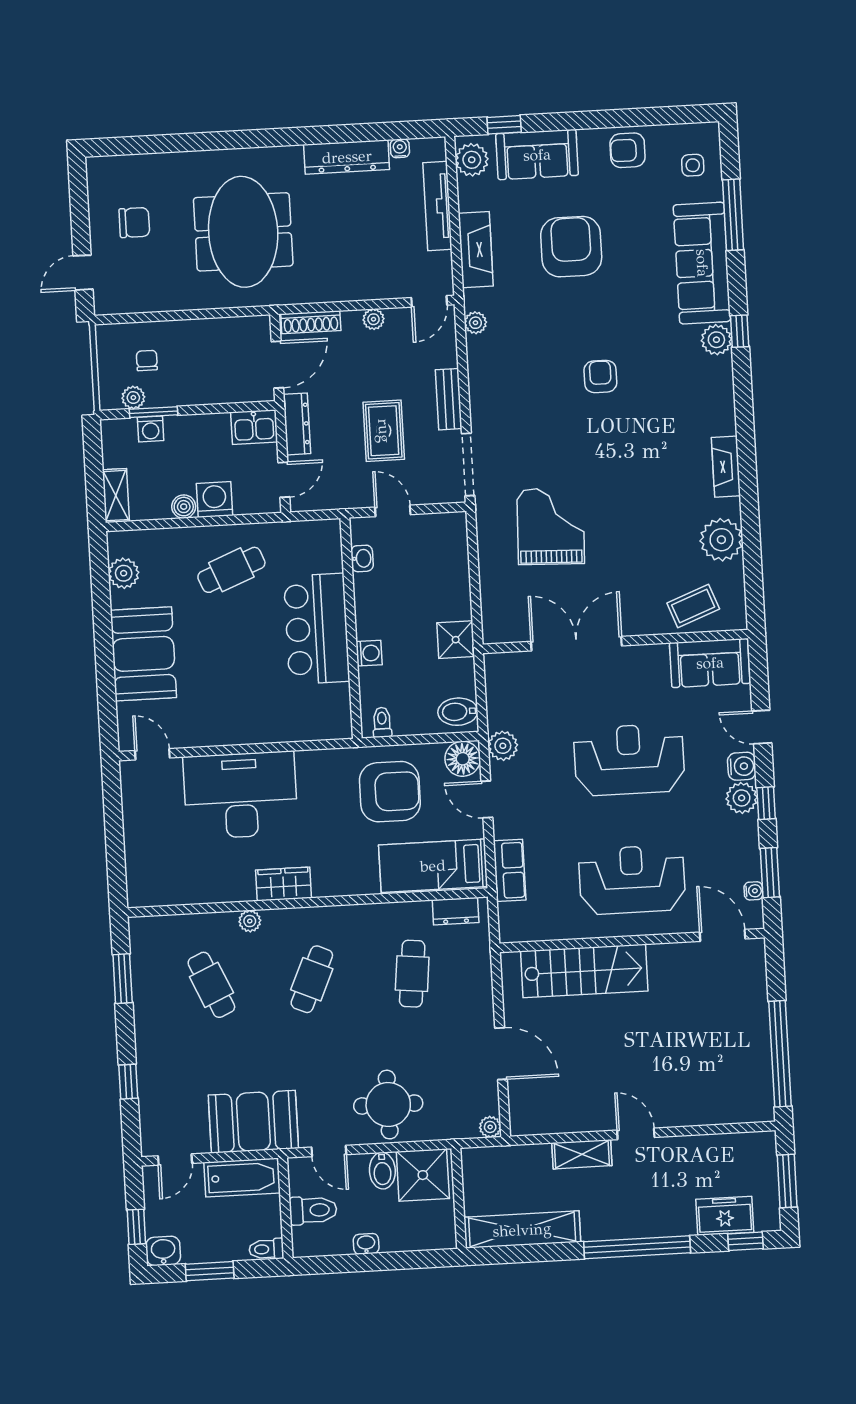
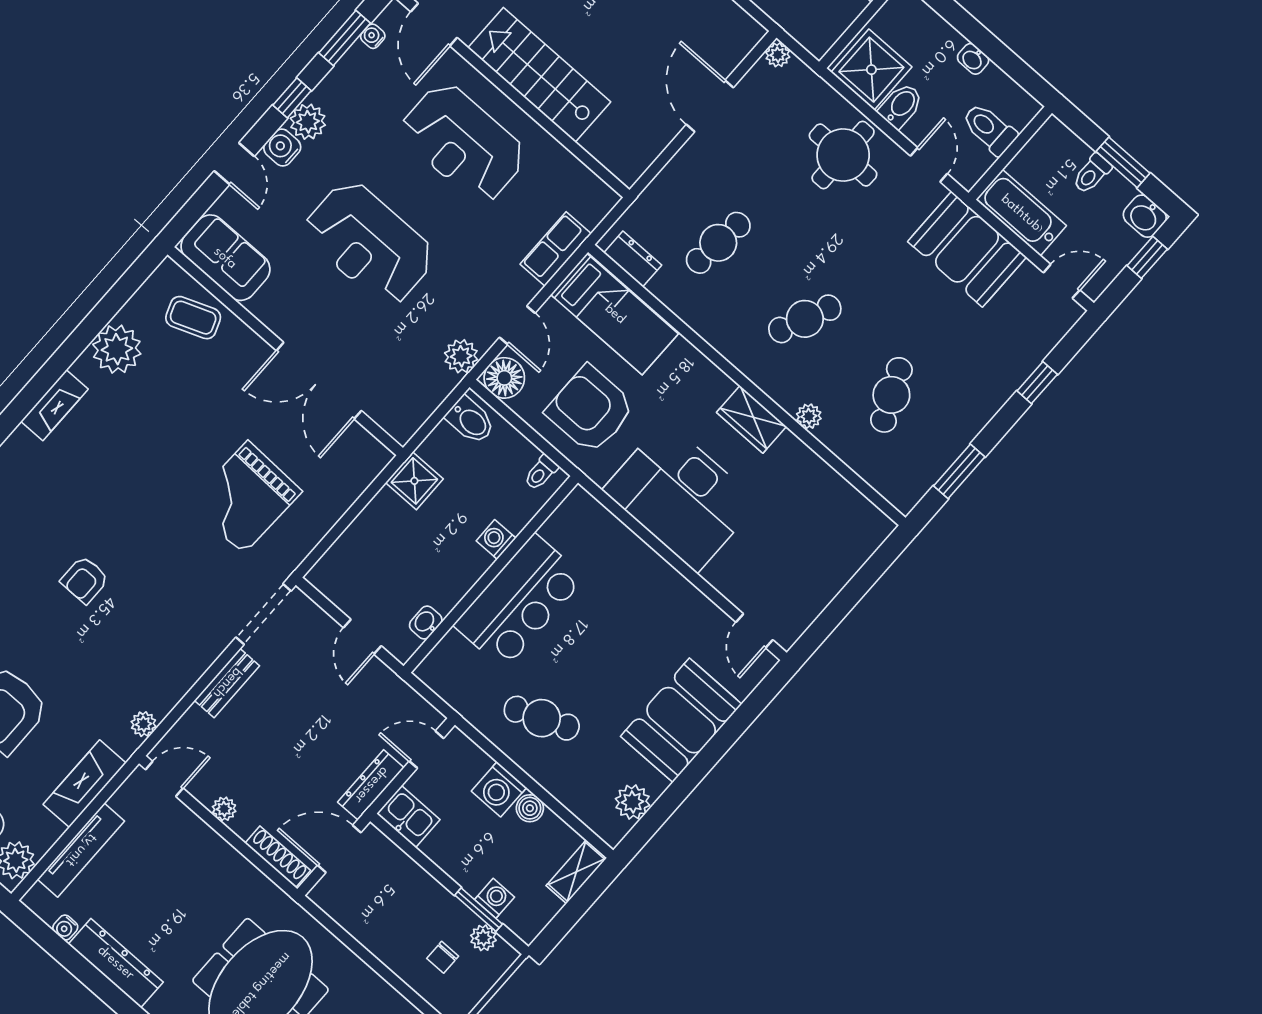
rug: (384, 431) -> (305, 710), removed
desk: (241, 795) -> (681, 496), moved
stairs: (584, 971) -> (539, 75), moved
toilet: (266, 1249) -> (1092, 174), moved, turned 90

